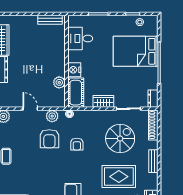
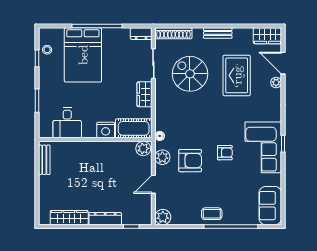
plant: (59, 82) -> (143, 148), moved
armchair: (77, 144) -> (225, 153), moved

